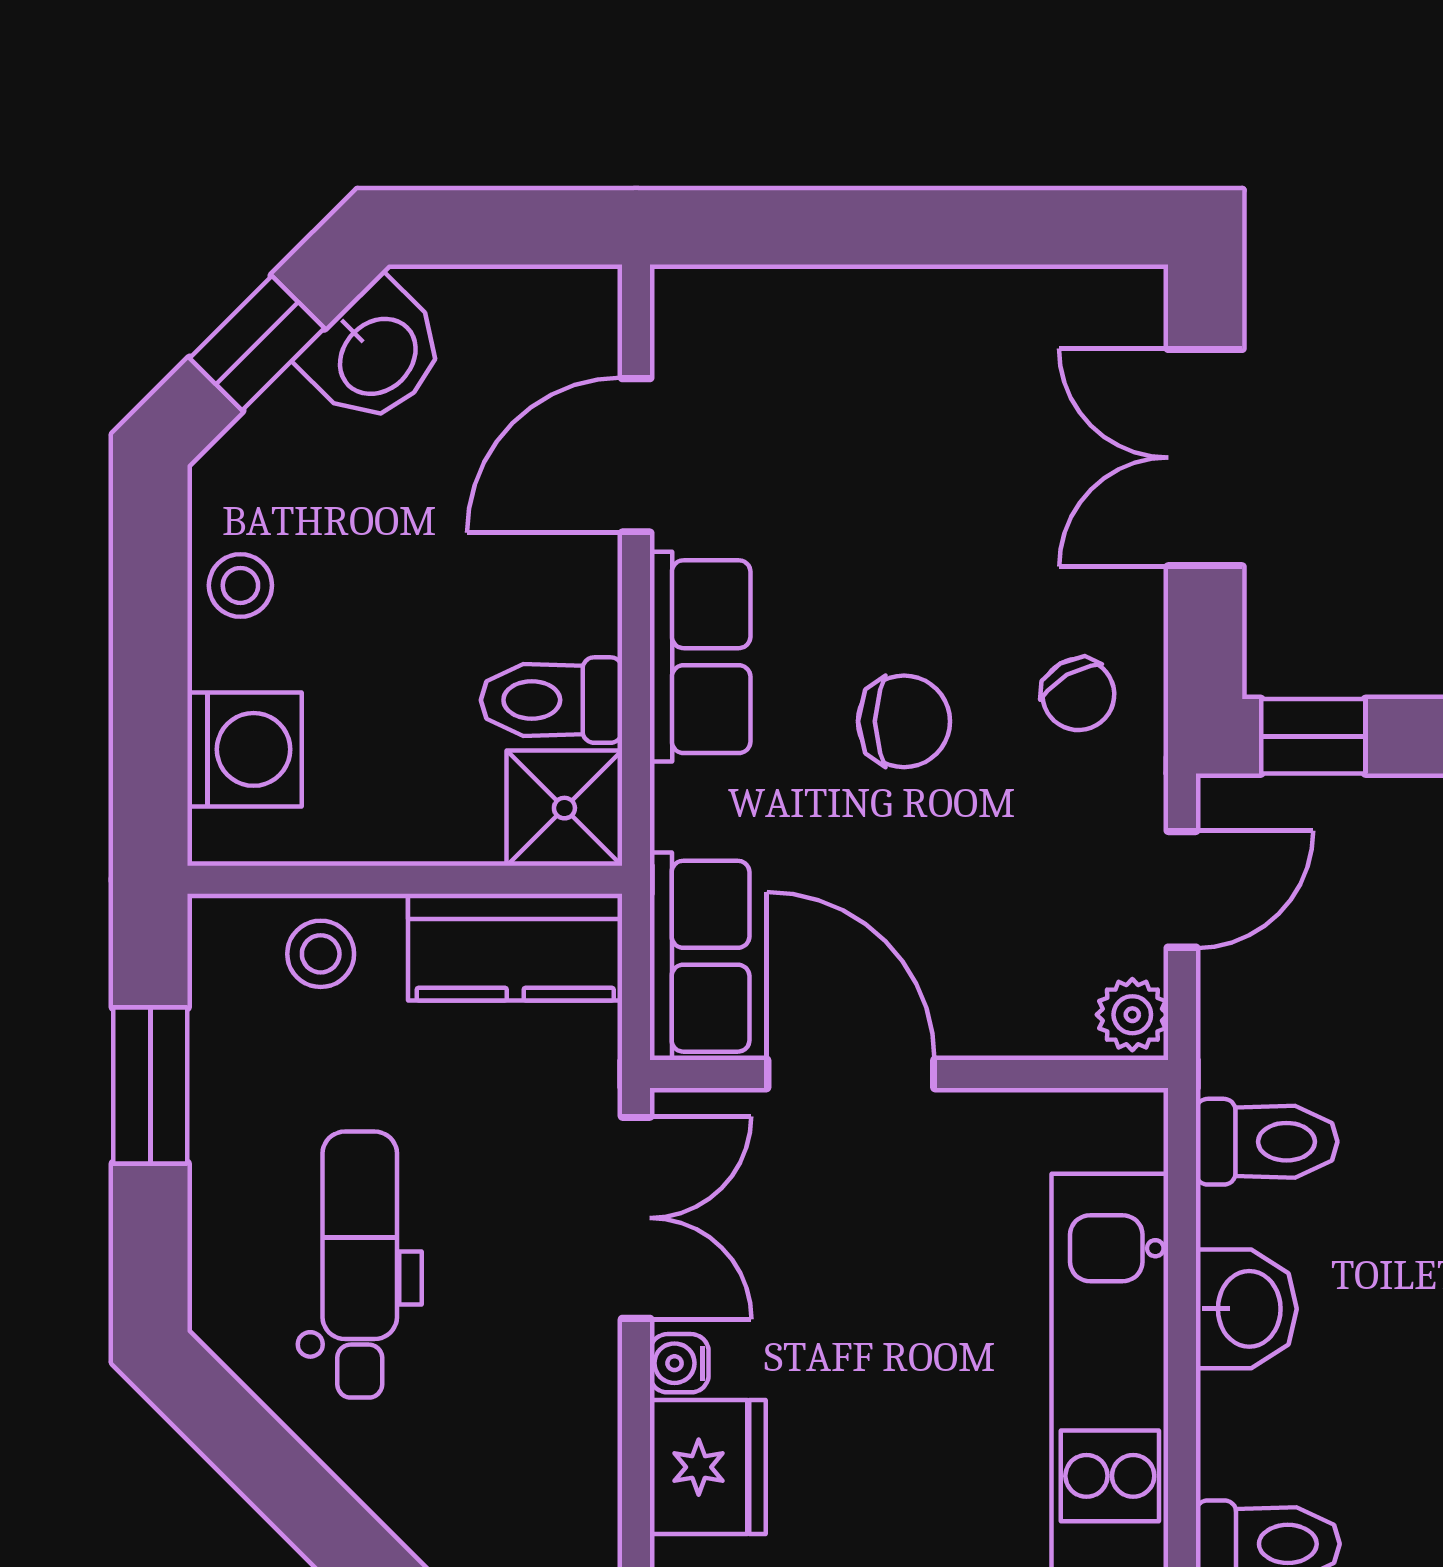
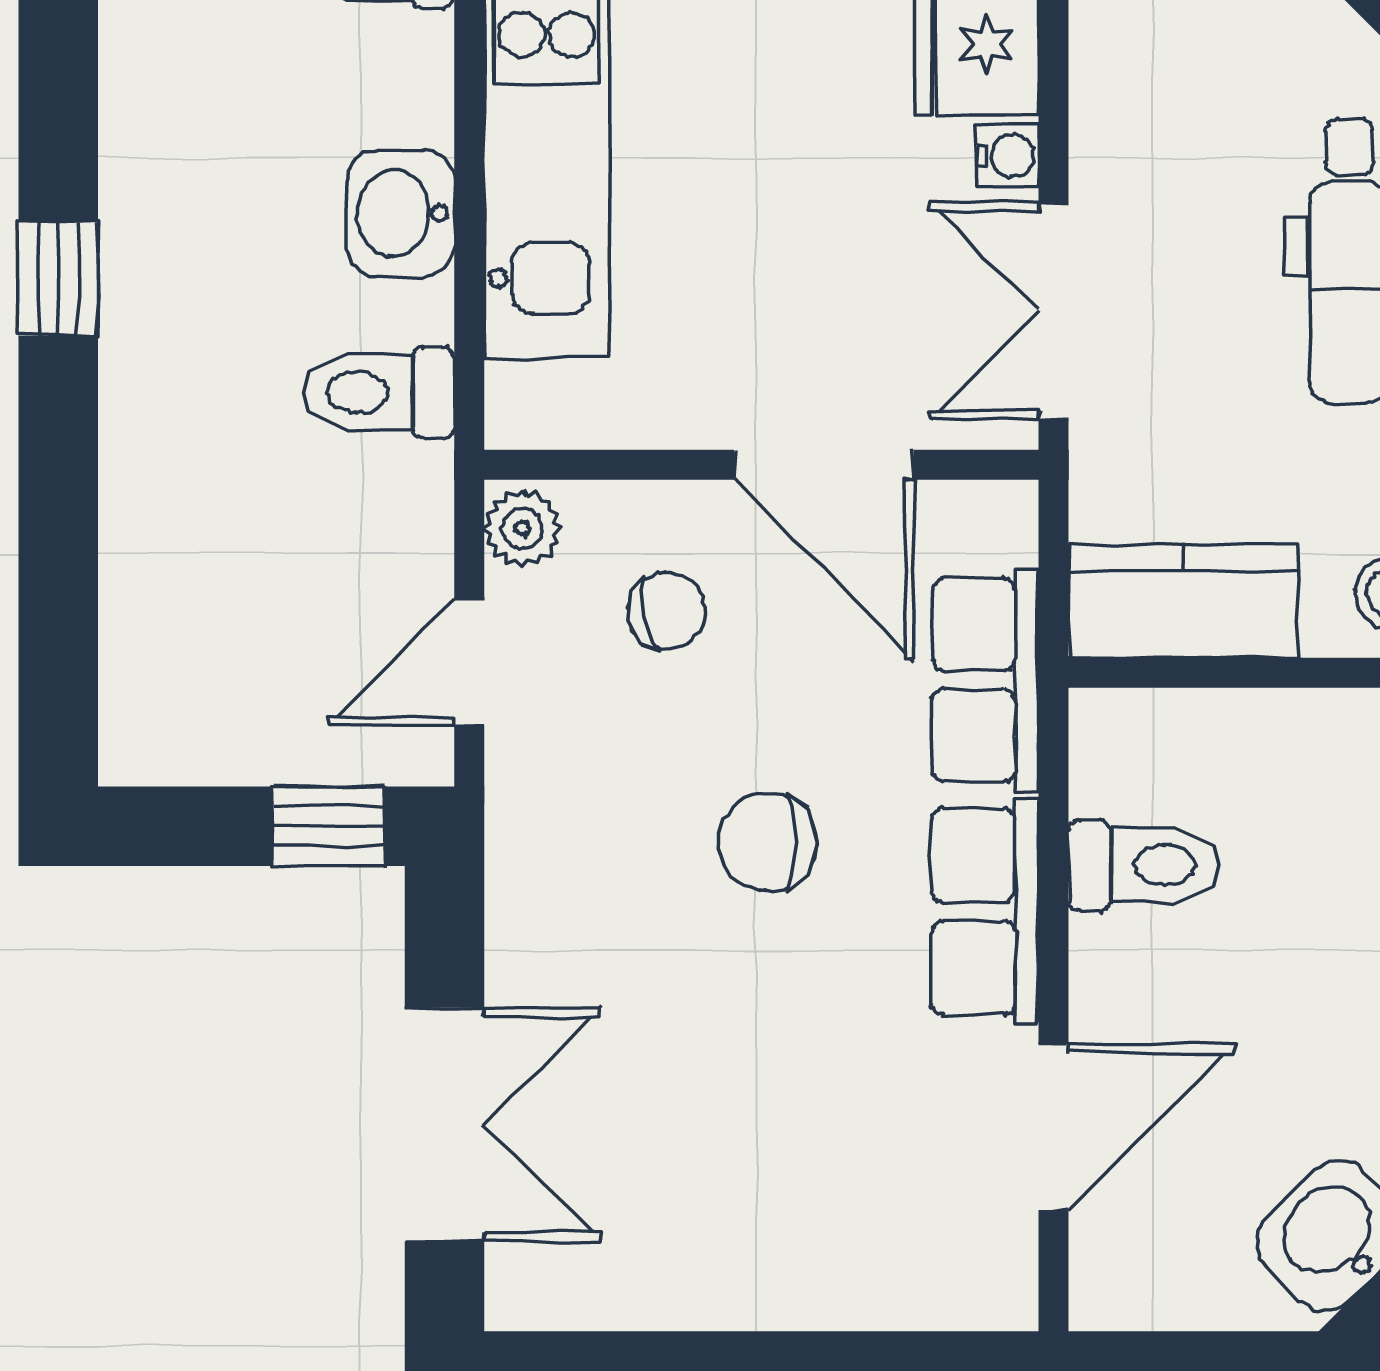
chair: (1078, 694) -> (667, 611), moved, turned 107
shower: (564, 808) -> (1130, 749), removed
row of seats: (700, 956) -> (986, 680), moved

